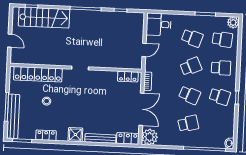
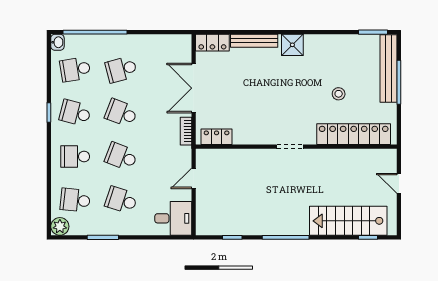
school desk: (191, 66) -> (121, 157), turned 45
school desk: (218, 125) -> (75, 69), added
locker: (46, 135) -> (337, 42), removed
plant: (150, 137) -> (179, 46), removed

